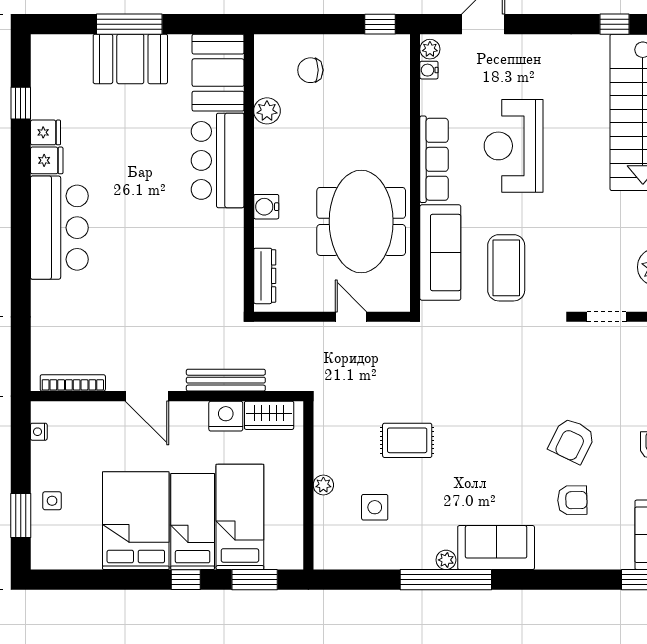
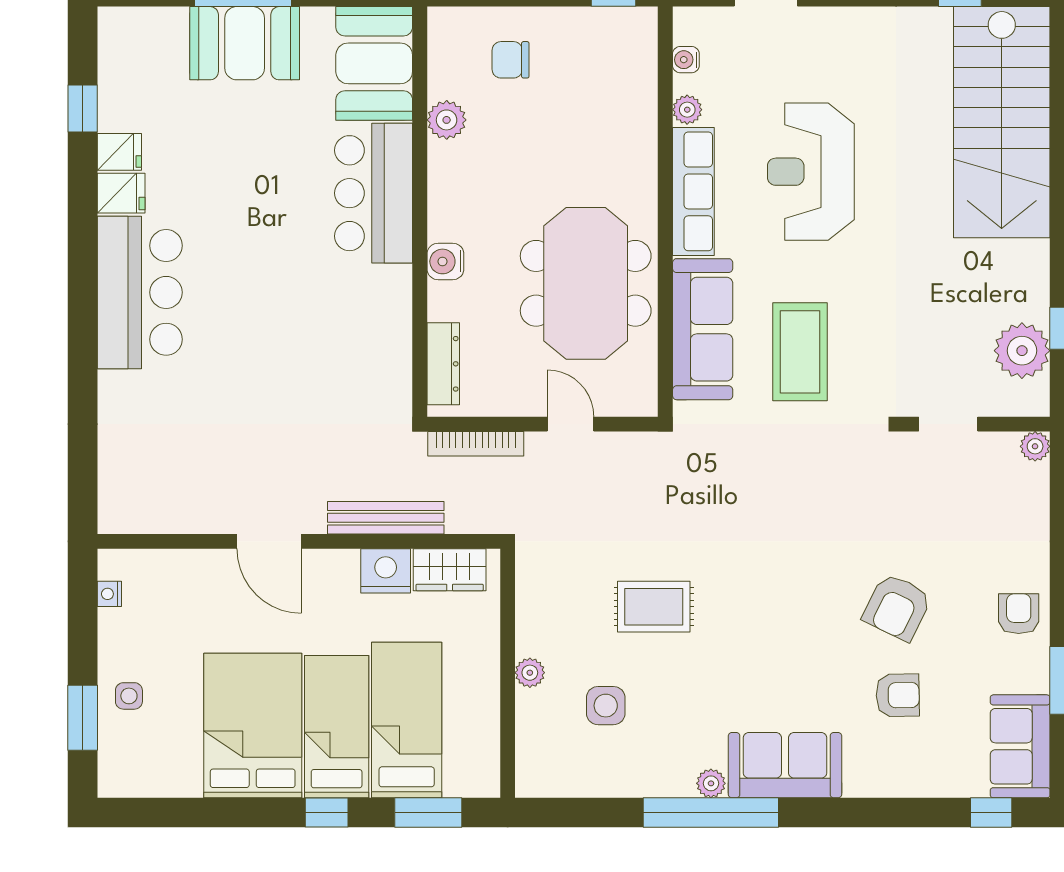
plant: (430, 49) -> (687, 110), moved
bookcase: (73, 383) -> (476, 444), moved, turned 180

